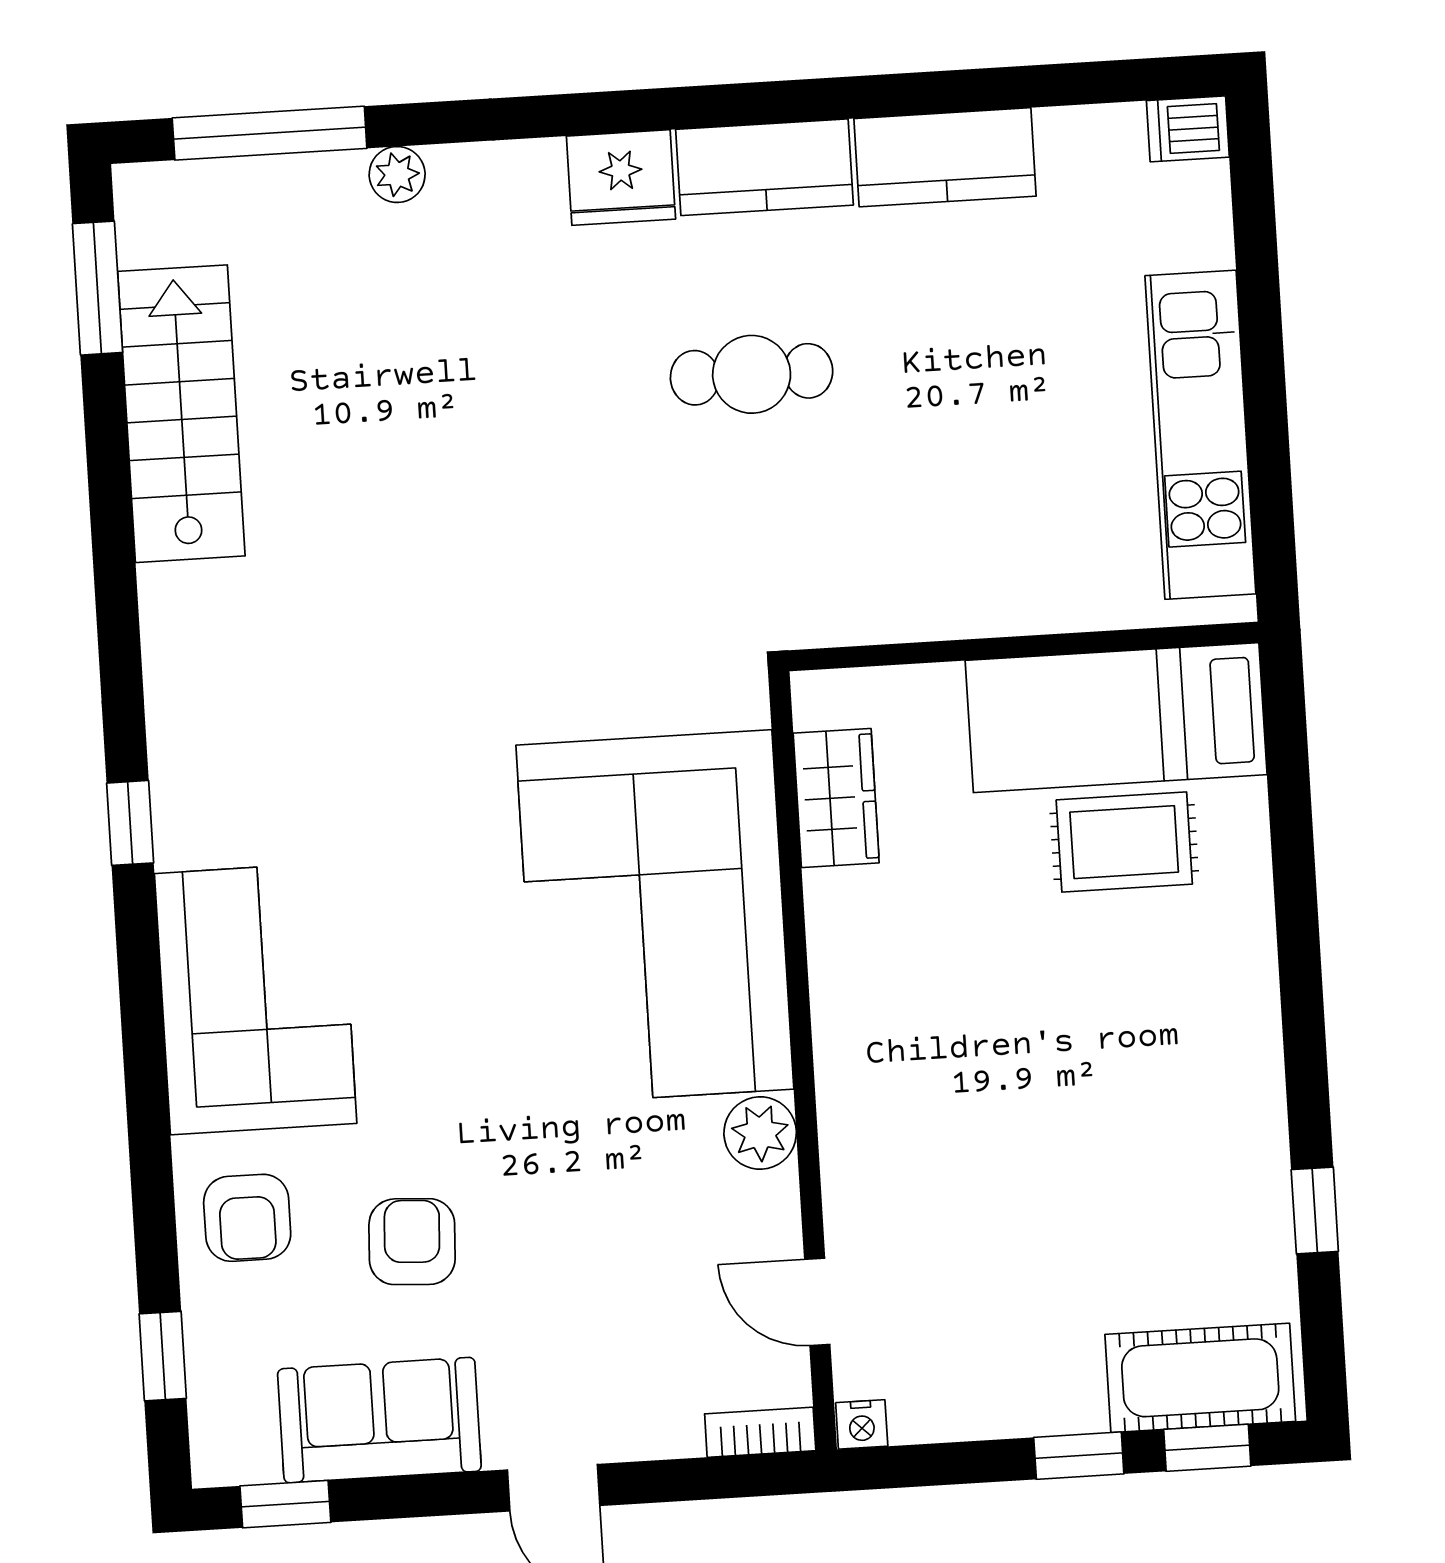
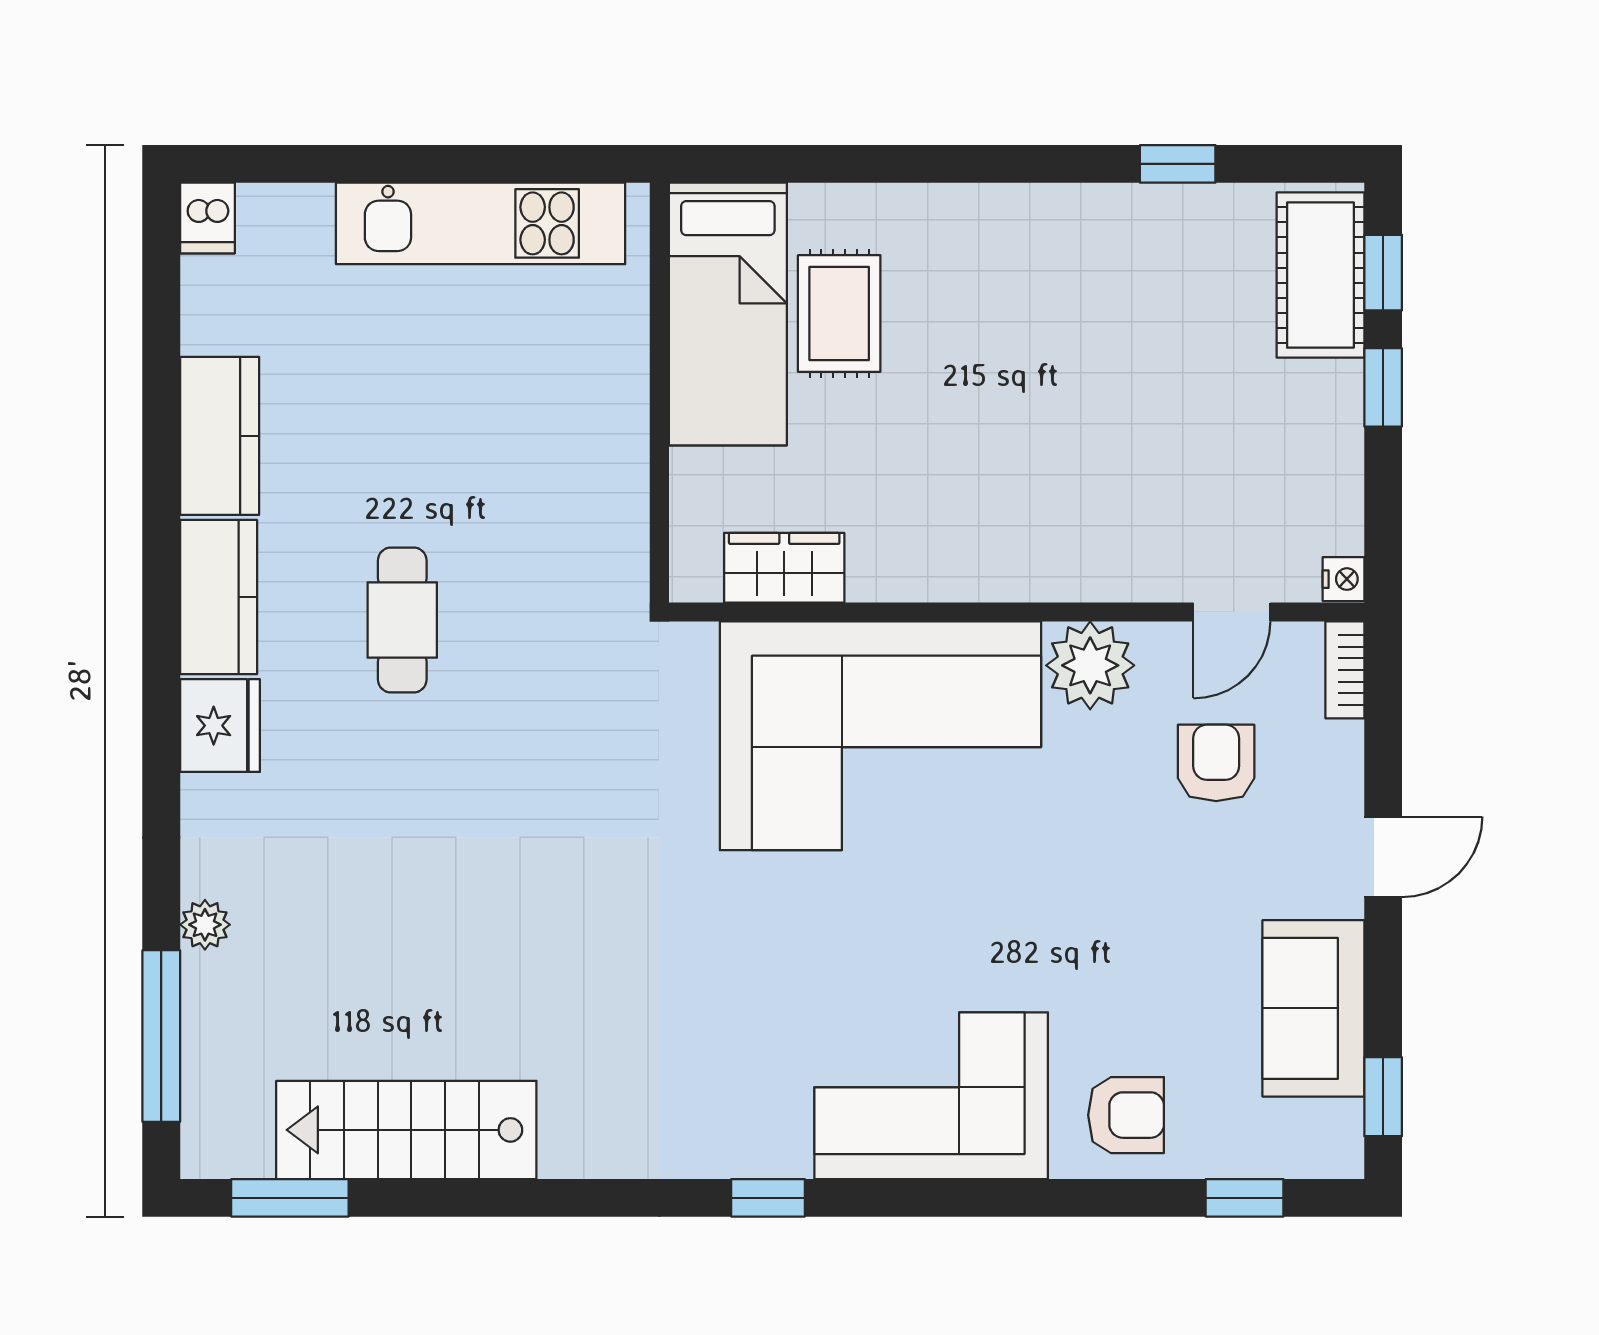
plant: (760, 1133) -> (1090, 665), width x1.36, depth x1.36
armchair: (412, 1242) -> (1216, 763), moved, turned 87

